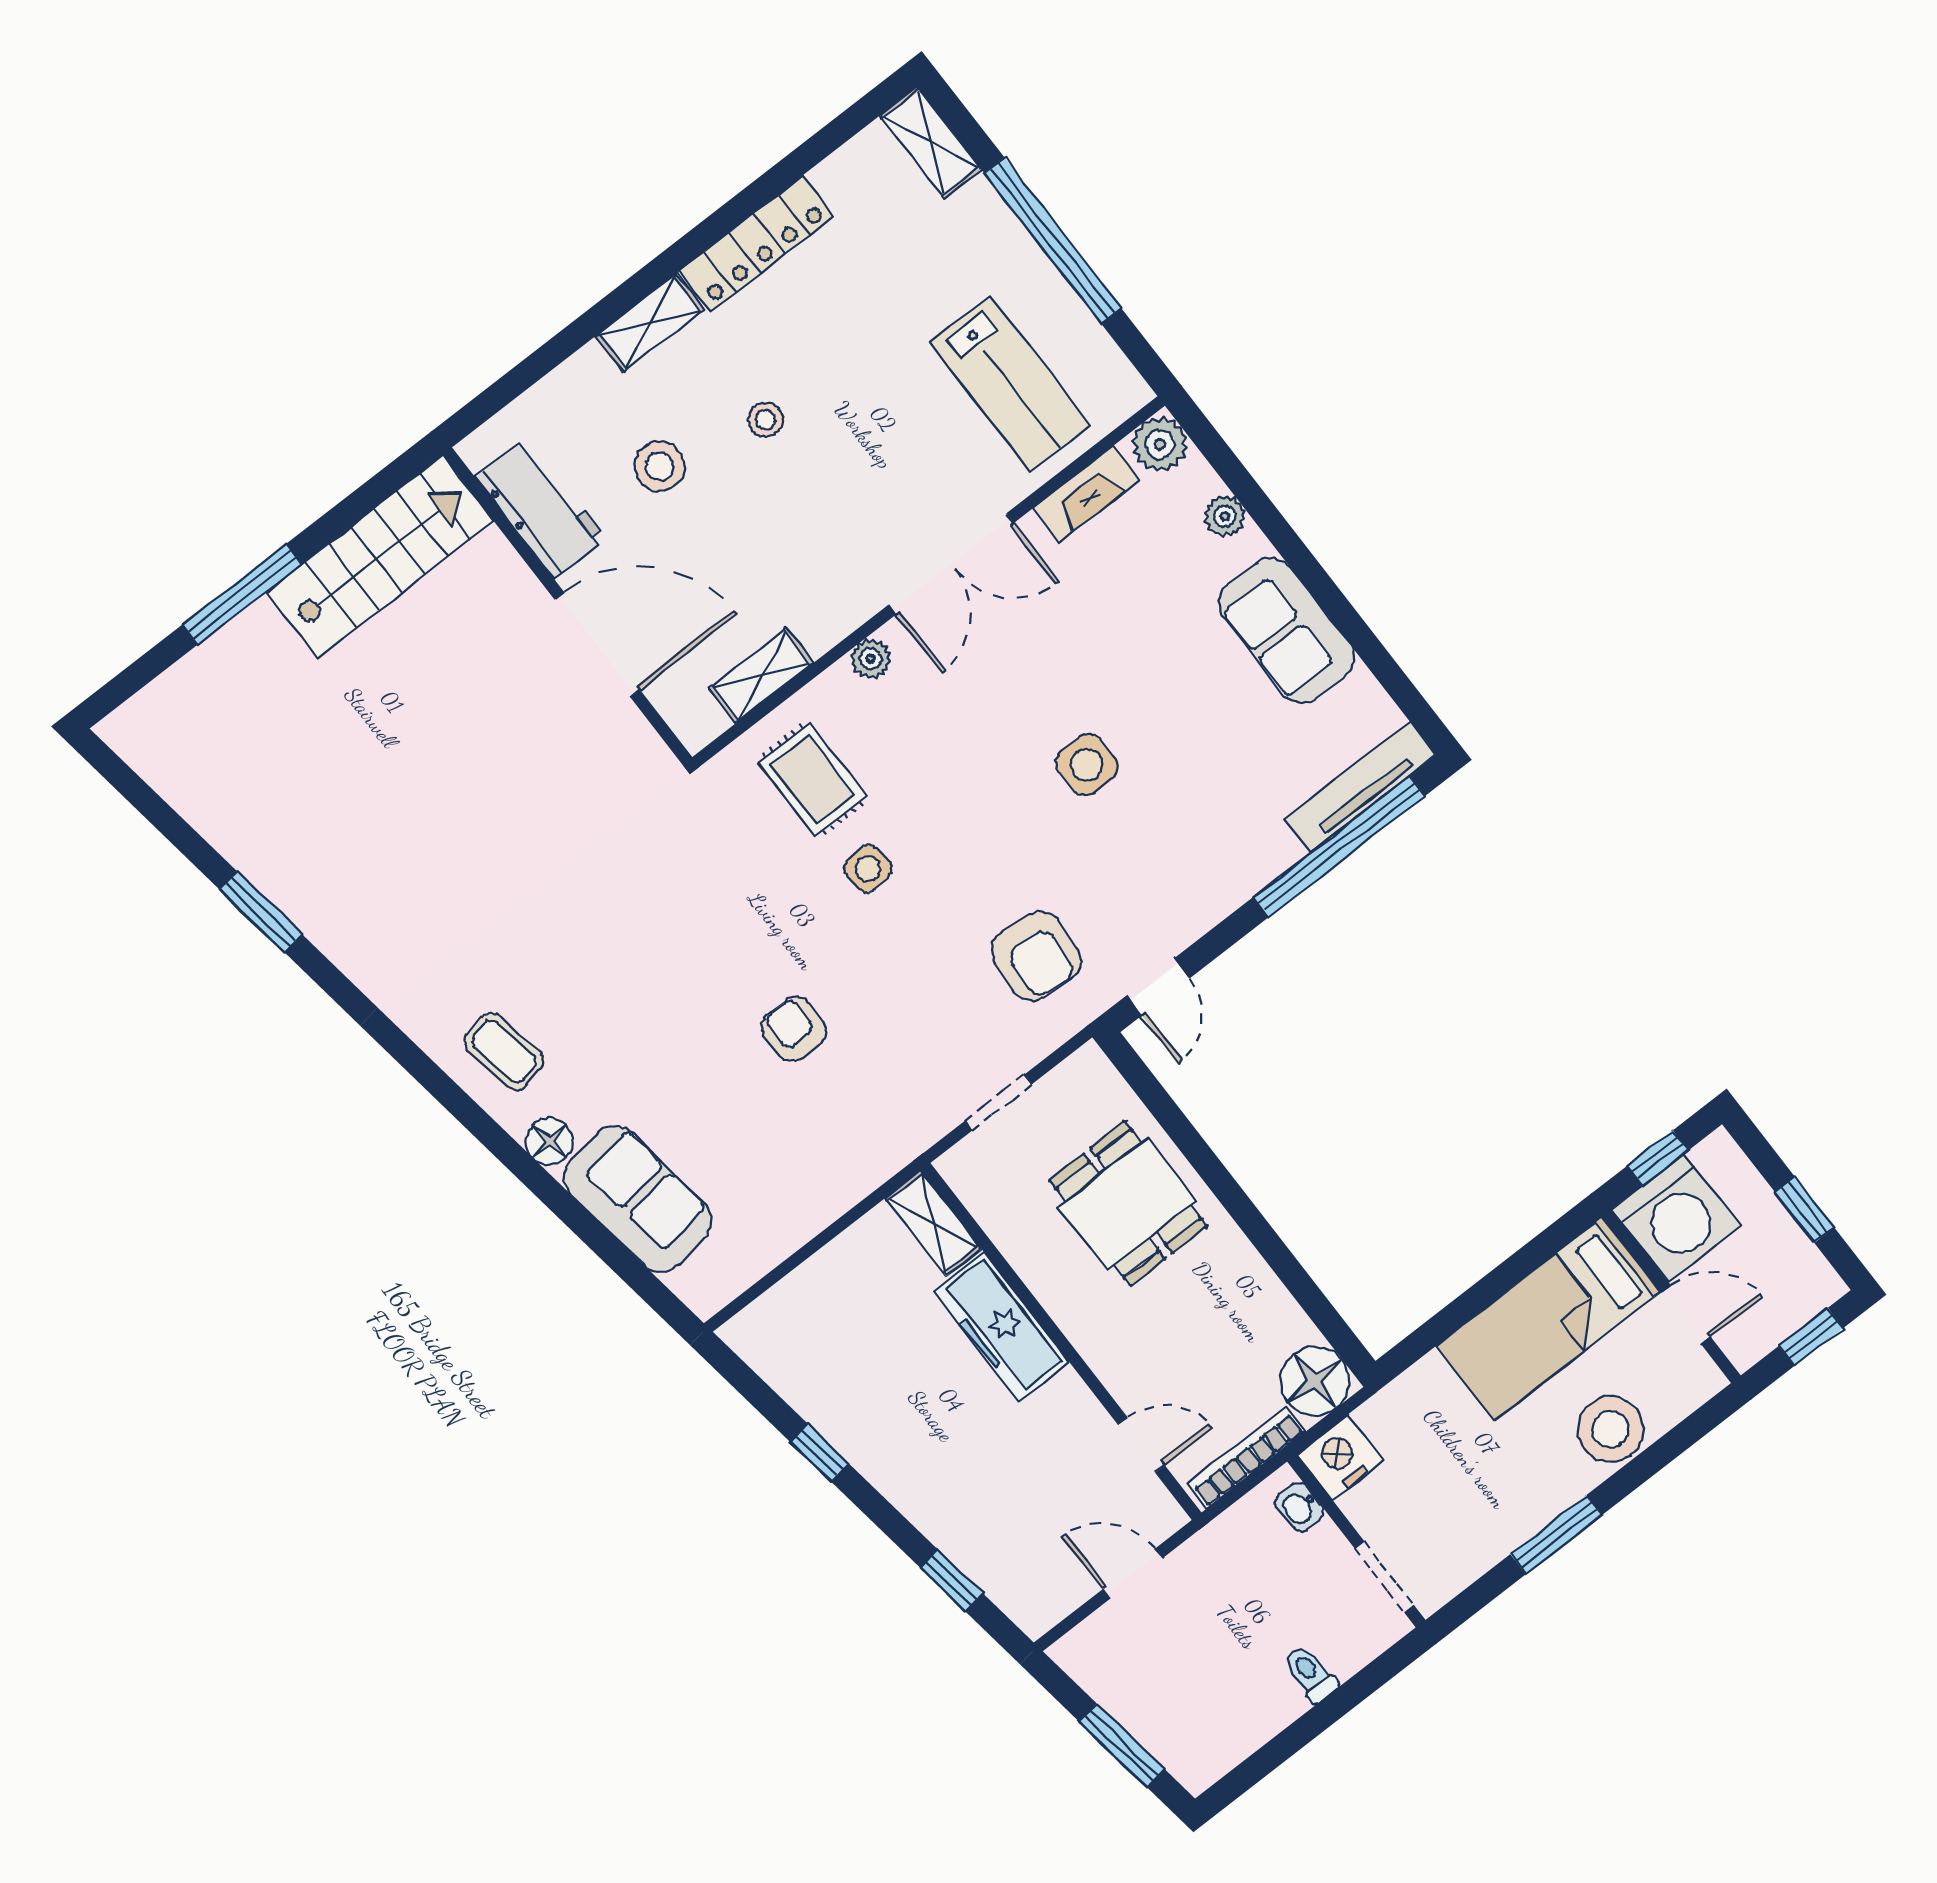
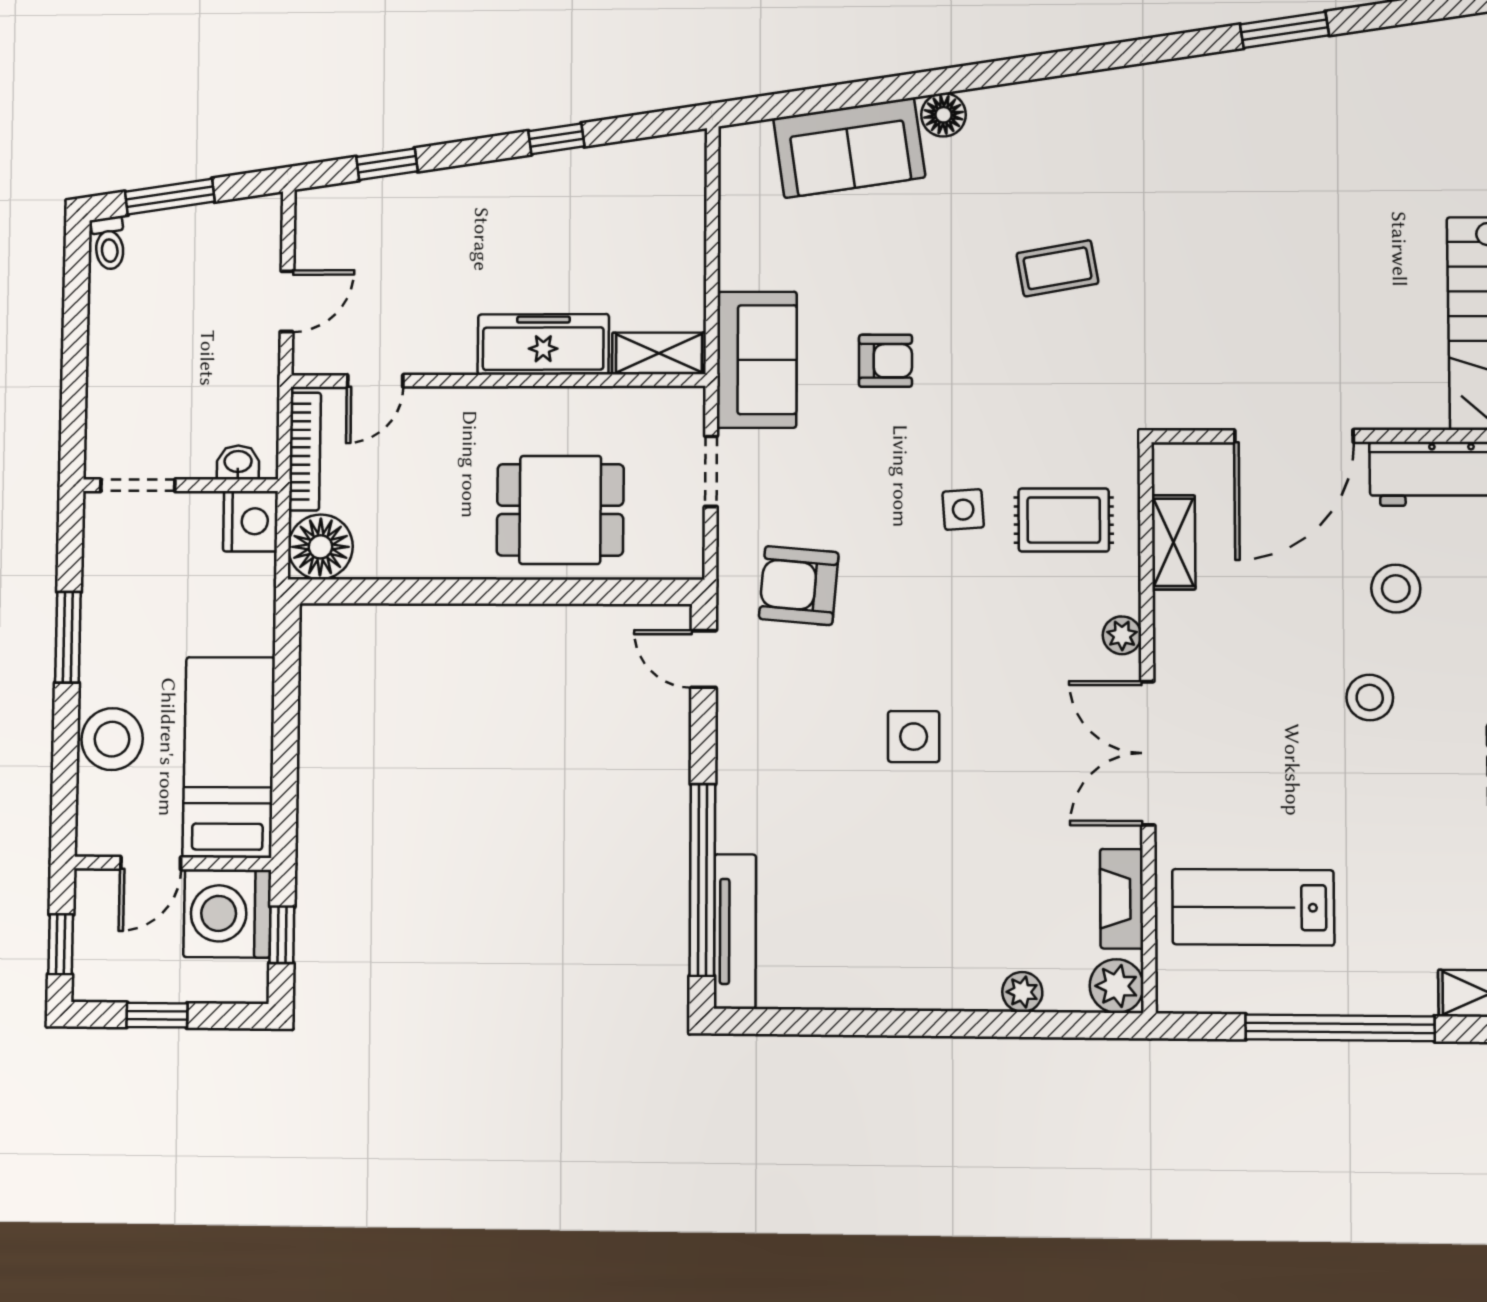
stool: (766, 420) -> (1370, 698), width x1.37, depth x1.37
sofa: (1286, 630) -> (757, 360), moved, turned 90
coffee table: (504, 1051) -> (1057, 268), moved
toilet: (1311, 1674) -> (109, 243), moved, turned 82

